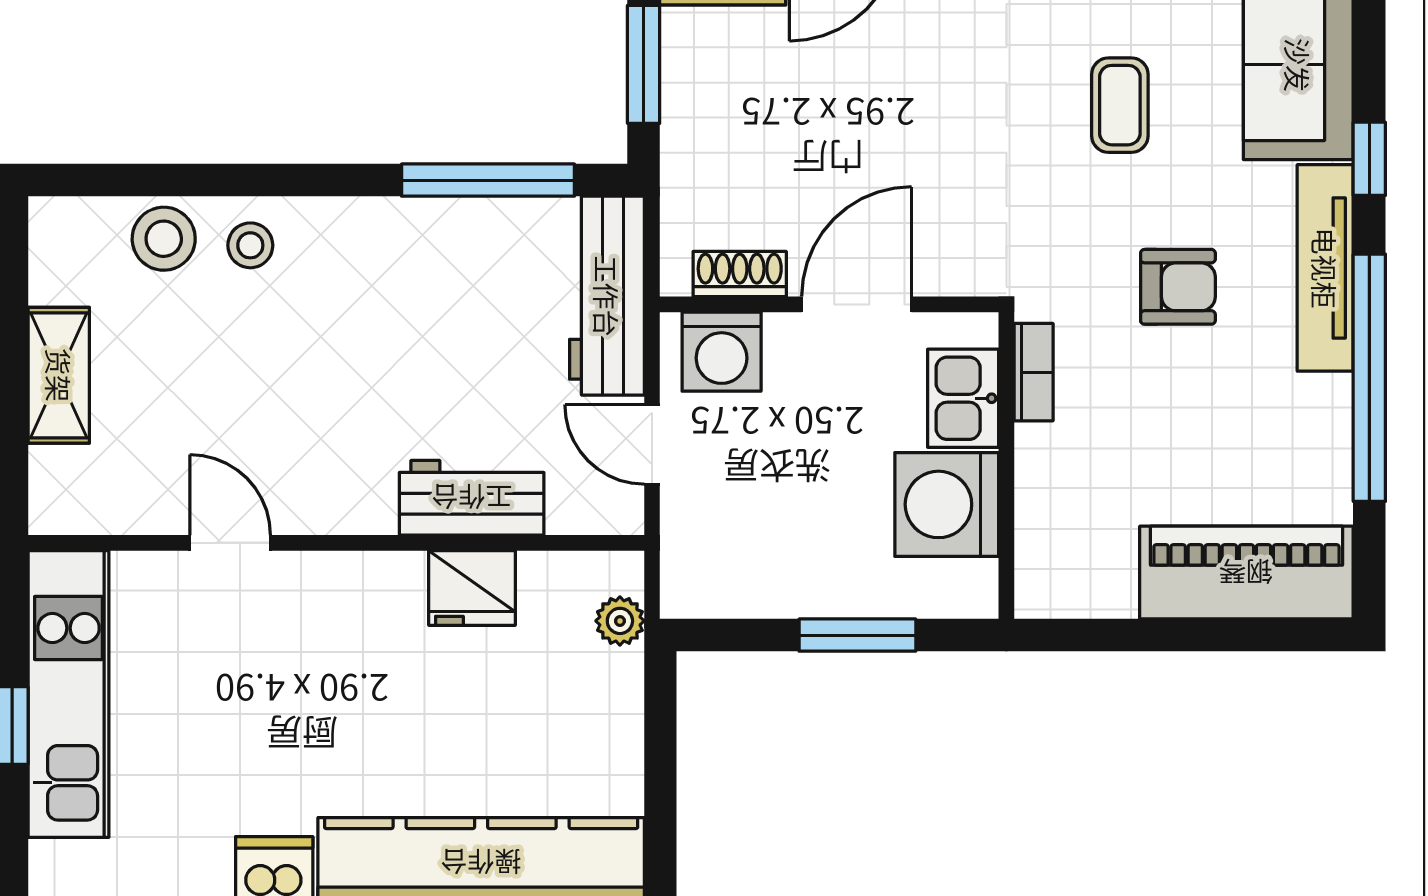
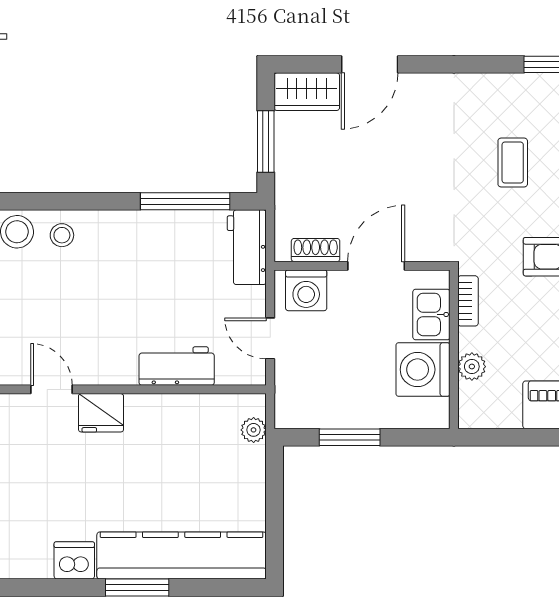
workbench: (607, 296) -> (247, 247), width x0.73
plant: (1041, 499) -> (472, 367), added
fridge: (472, 588) -> (101, 413), moved
window: (857, 635) -> (350, 437), moved

